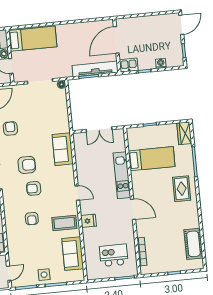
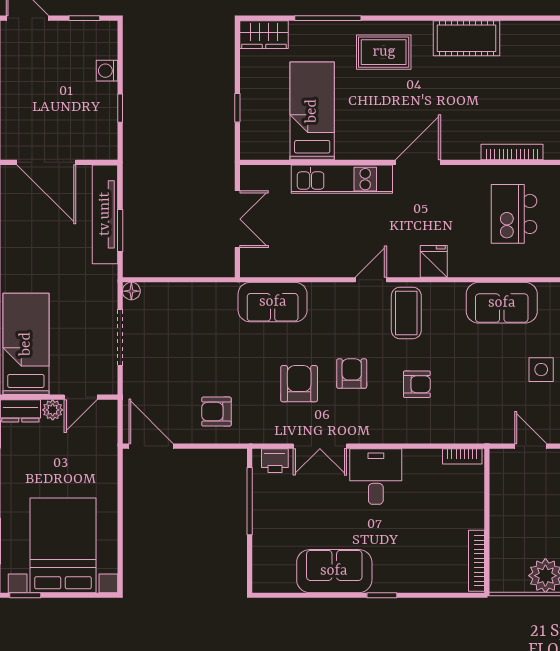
kitchen sink: (129, 65) -> (104, 141), removed
armchair: (34, 188) -> (352, 374), turned 180
coffee table: (64, 223) -> (406, 313), moved
cot: (193, 244) -> (466, 38), moved

